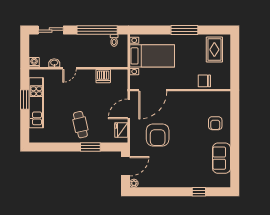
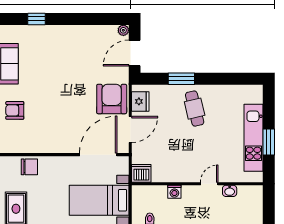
washing machine: (34, 62) -> (174, 192), moved
dishwasher: (103, 76) -> (141, 173), moved
armchair: (215, 123) -> (15, 110), turned -90
armchair: (158, 135) -> (112, 99), moved

